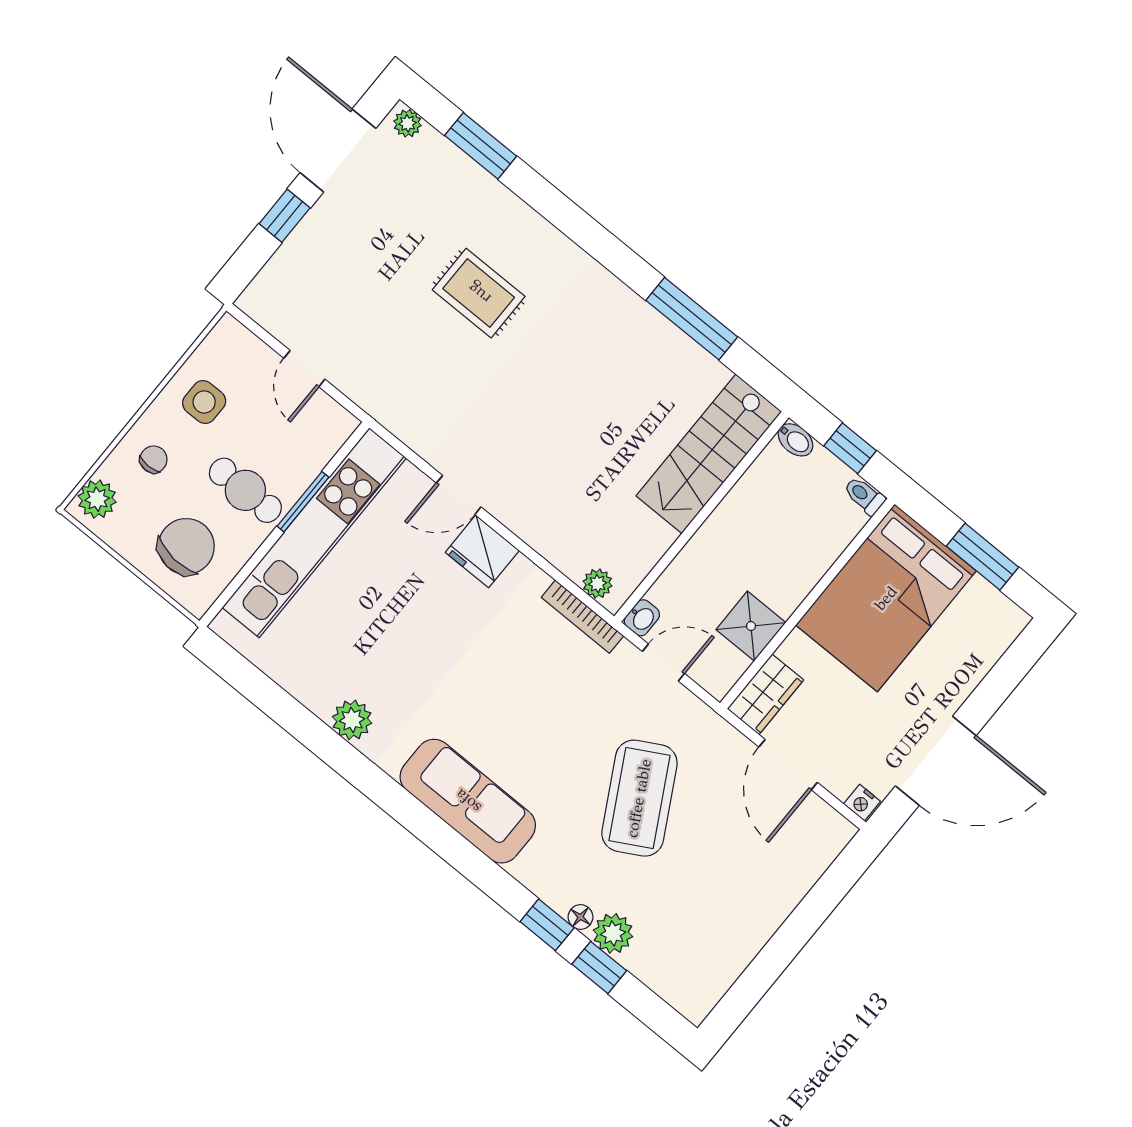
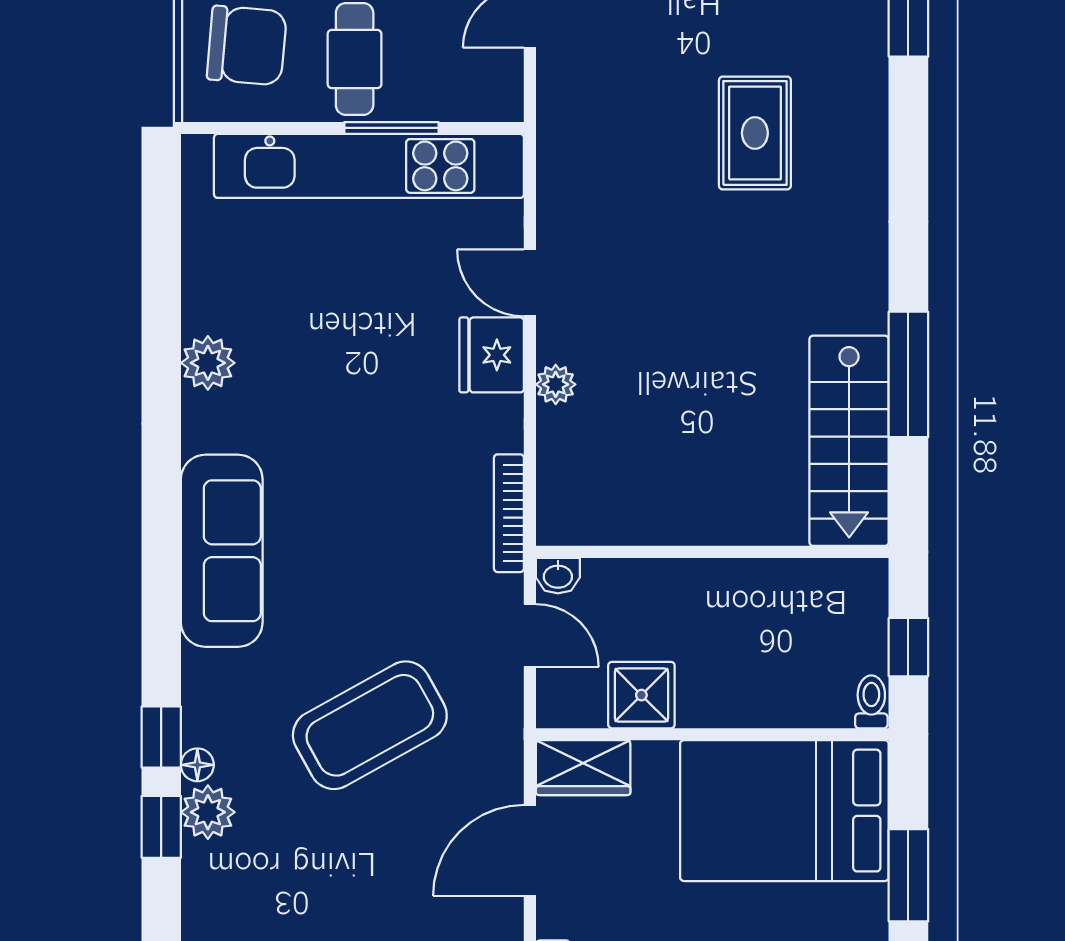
bidet: (795, 440) -> (871, 584), removed
stairs: (709, 454) -> (849, 441), moved, turned -90
plant: (598, 584) -> (556, 384), moved

